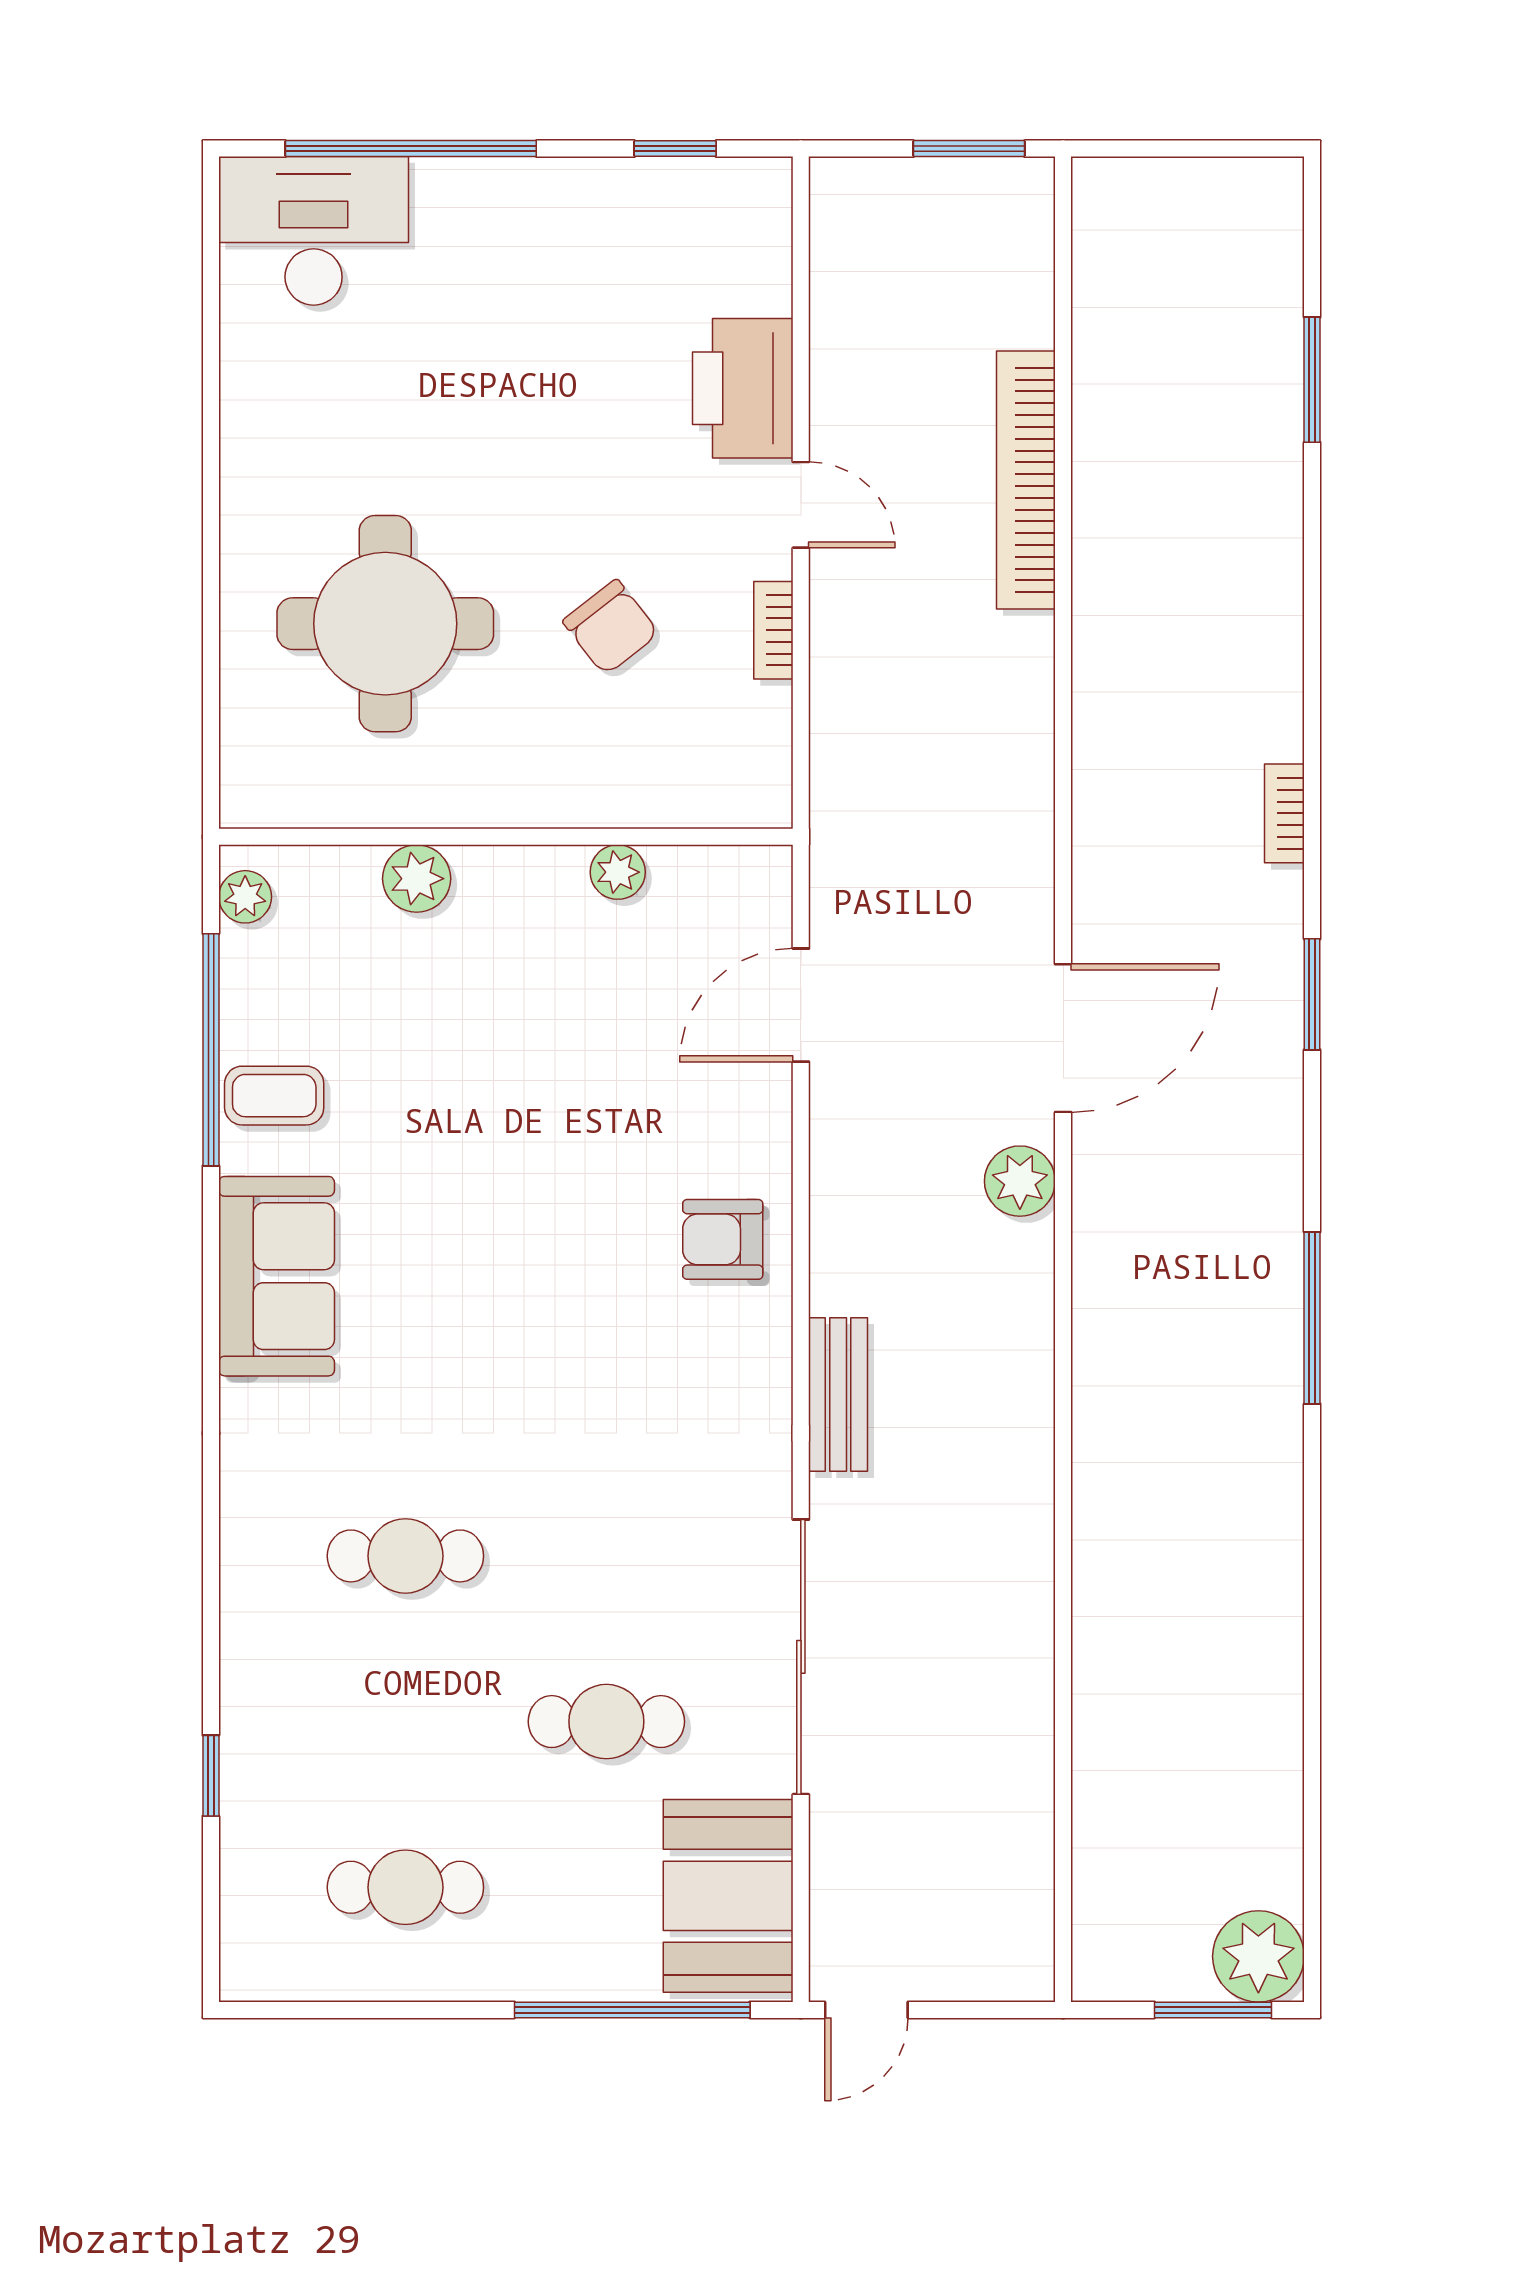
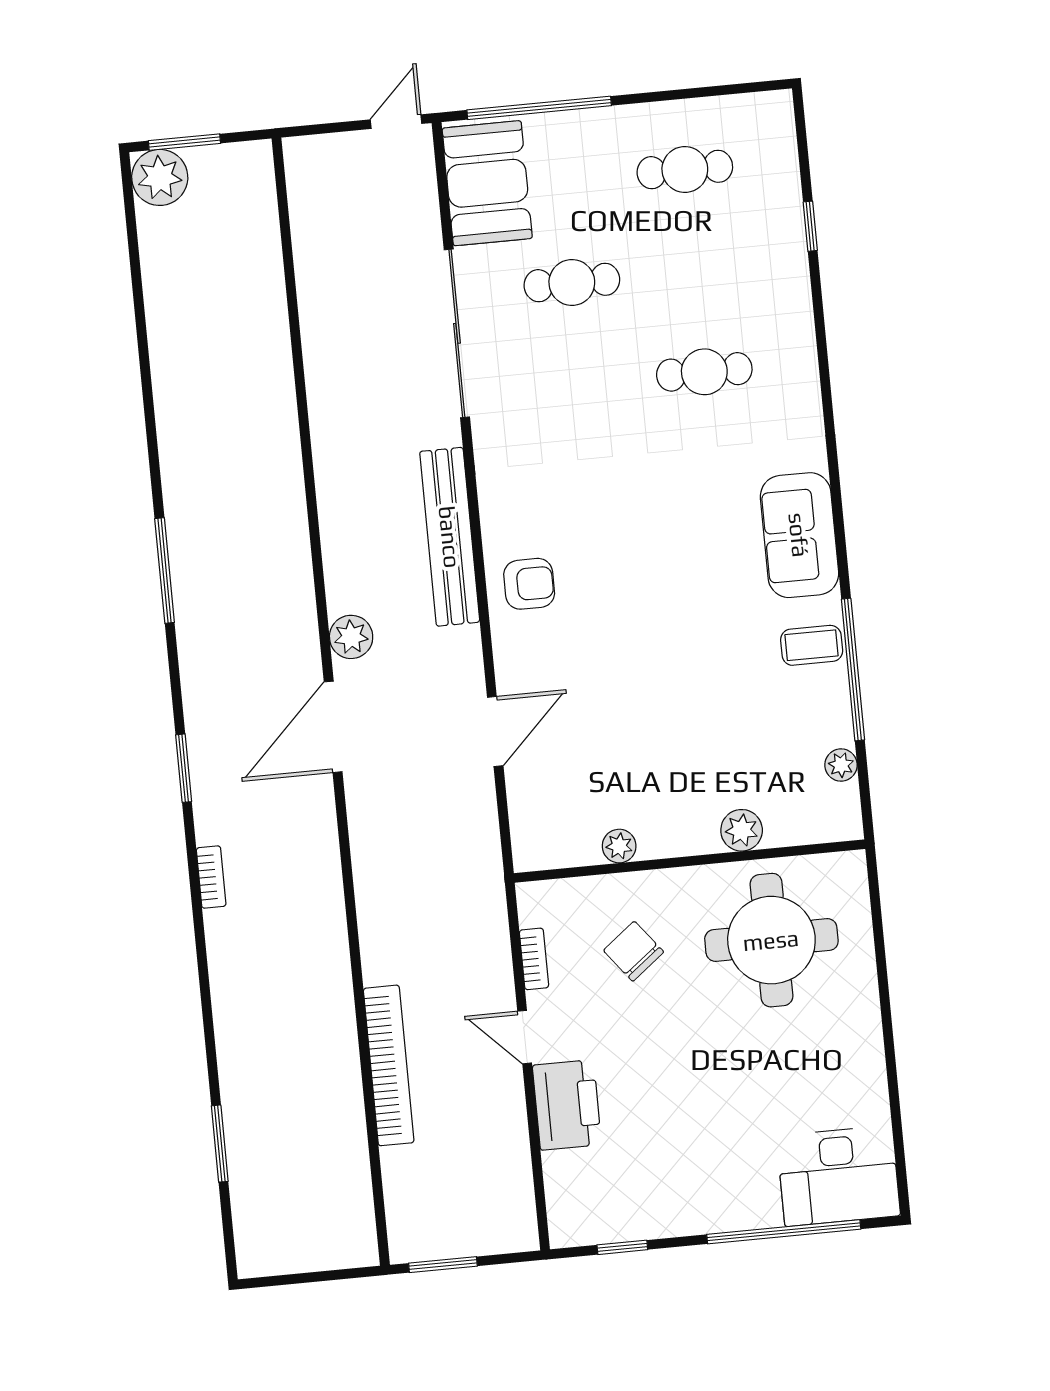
wall: (506, 837) -> (690, 861), moved
plant: (618, 872) -> (619, 846), moved
plant: (417, 879) -> (742, 830), moved
bench: (838, 1395) -> (450, 537), width x1.86, depth x1.21

